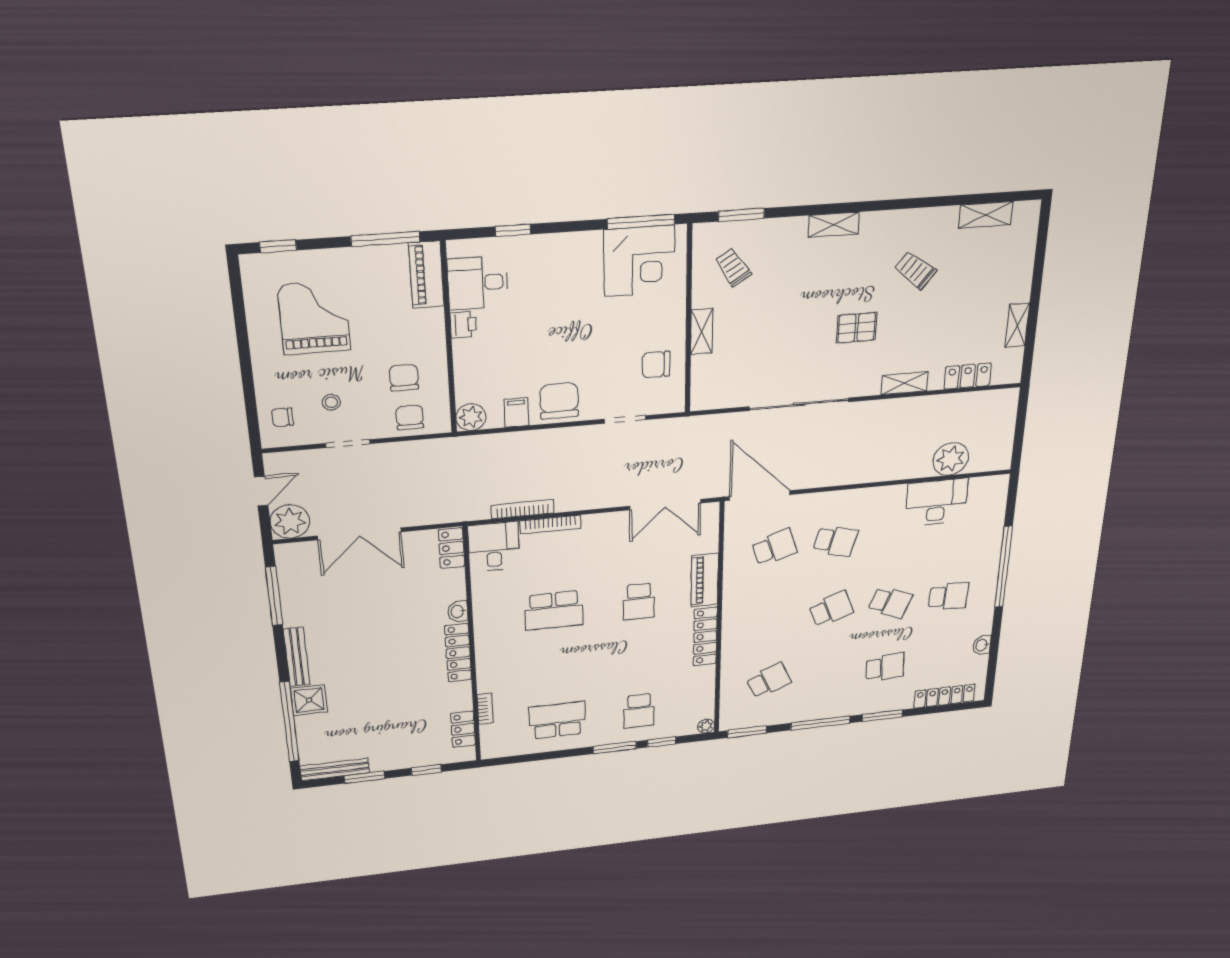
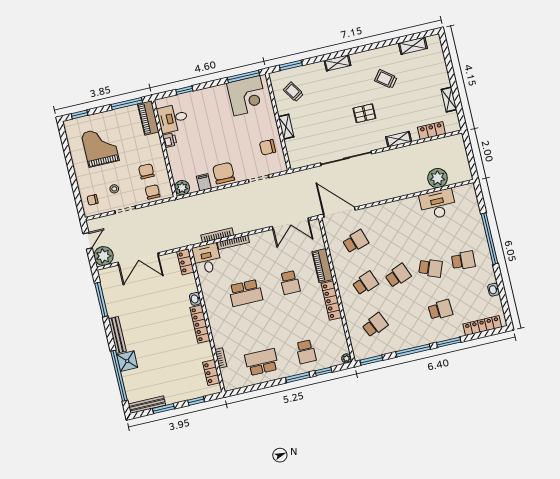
school desk: (835, 541) -> (365, 283), moved, turned -36

